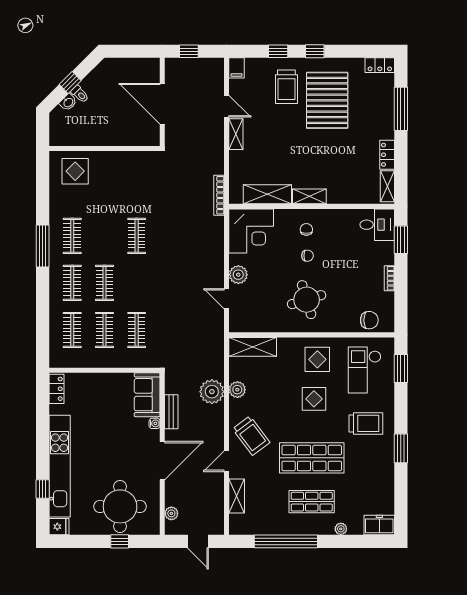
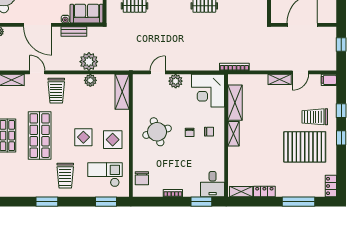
trolley: (251, 436) -> (56, 91), turned -53

